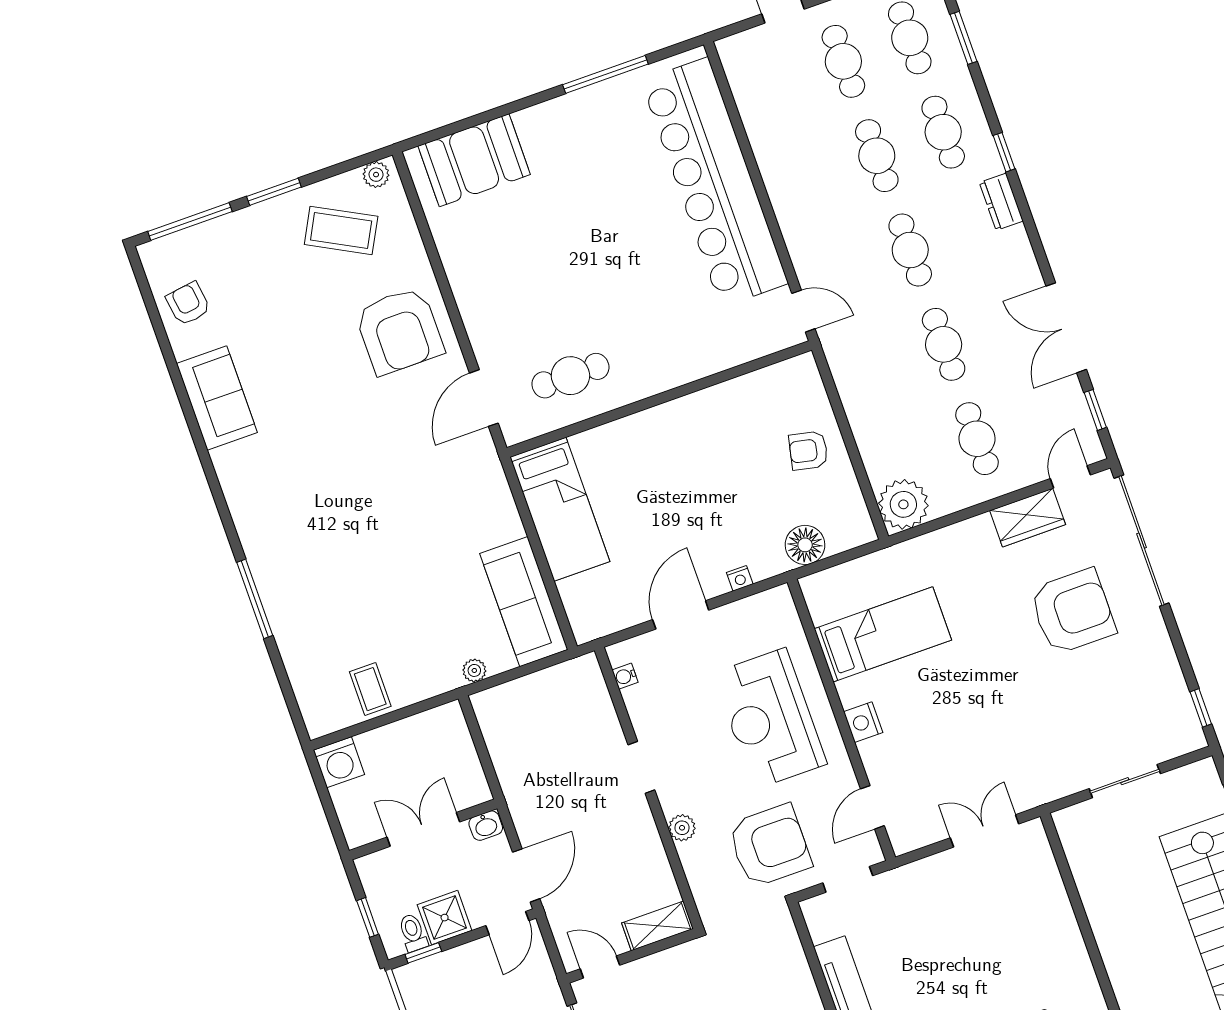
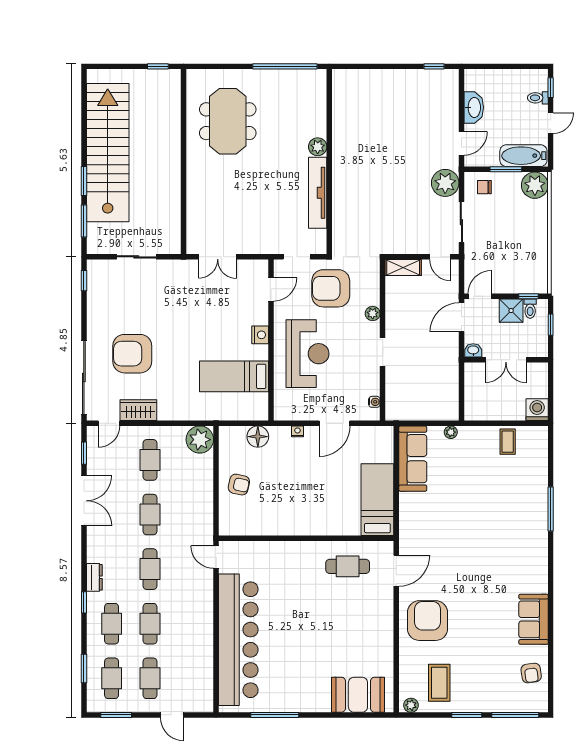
coffee table: (341, 230) -> (439, 683), turned 62

